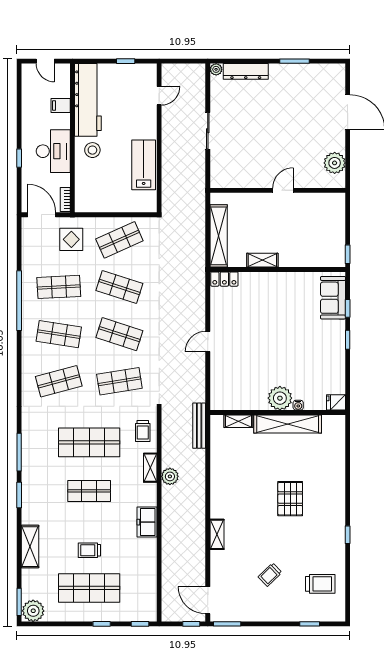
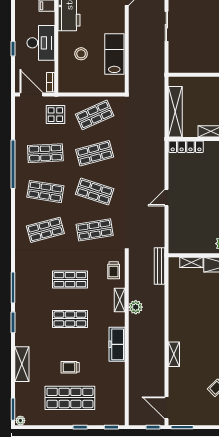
stool: (92, 150) -> (81, 54), moved
locker: (224, 279) -> (186, 147), width x1.53
shop shelf: (119, 287) -> (95, 153), turned -33
shop shelf: (89, 442) -> (70, 280), width x0.70, depth x0.74
freezer: (147, 522) -> (117, 344), width x1.40
plant: (33, 611) -> (20, 421), width x0.53, depth x0.53

